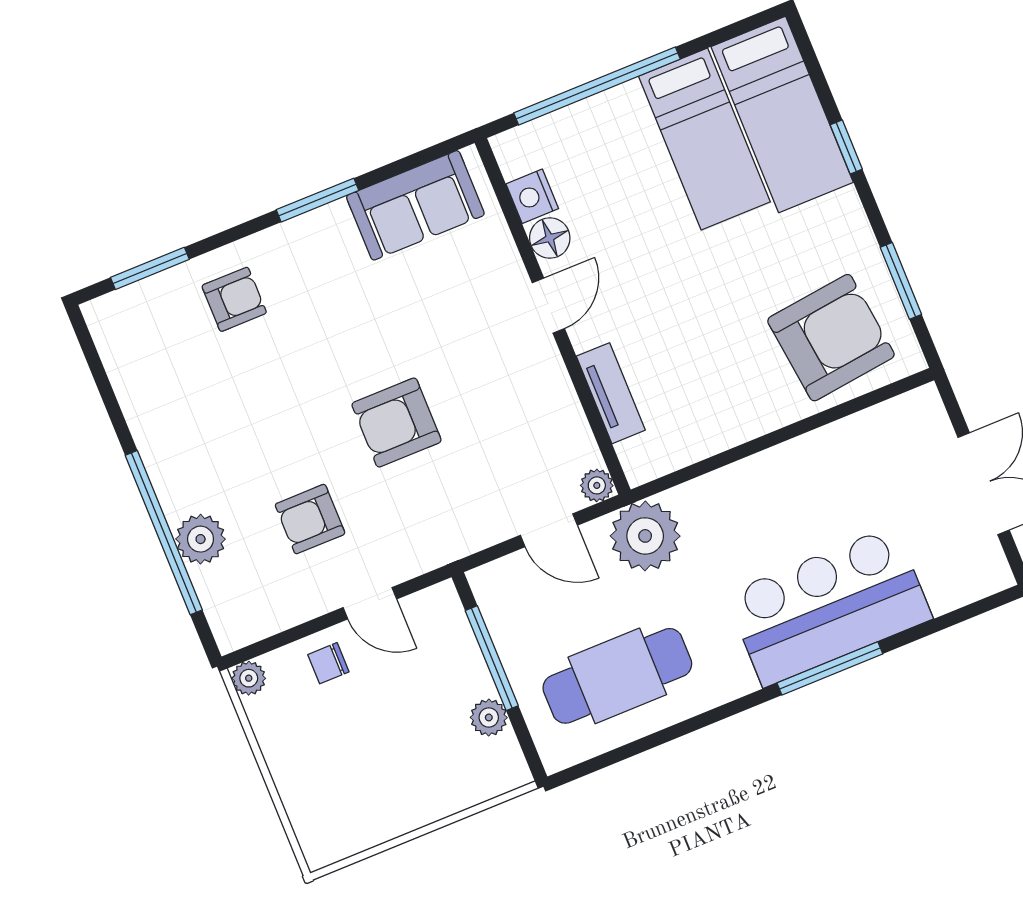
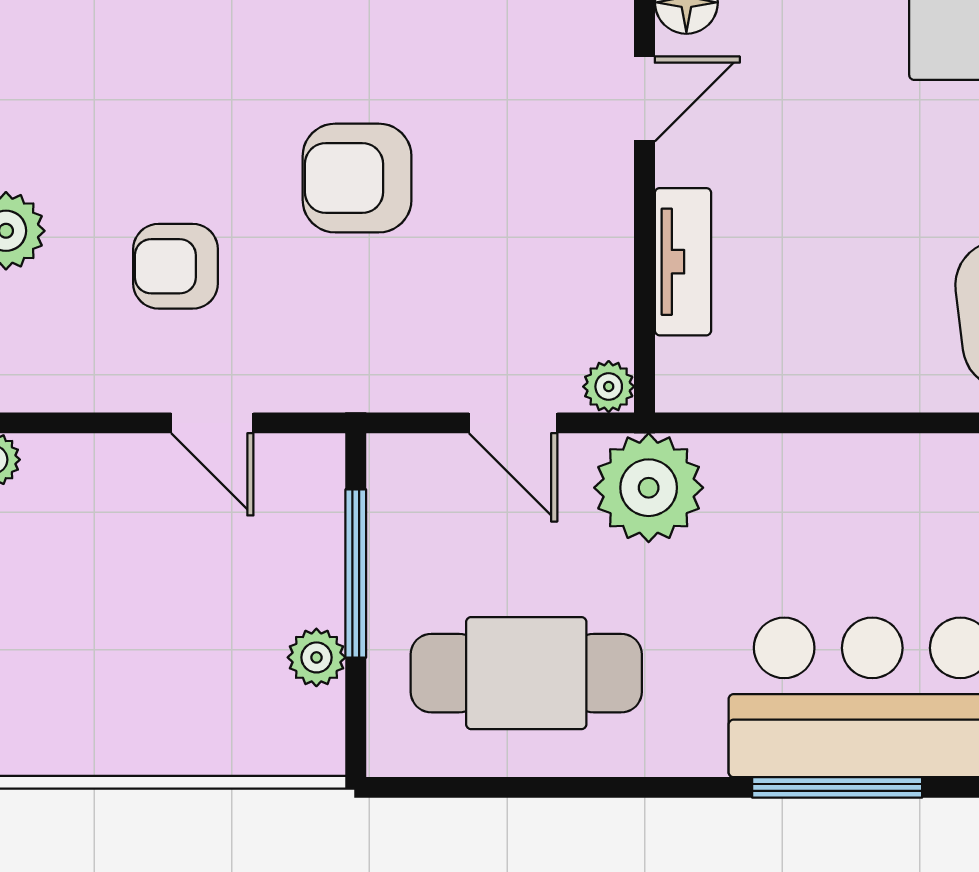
chair: (328, 663) -> (117, 485), removed

